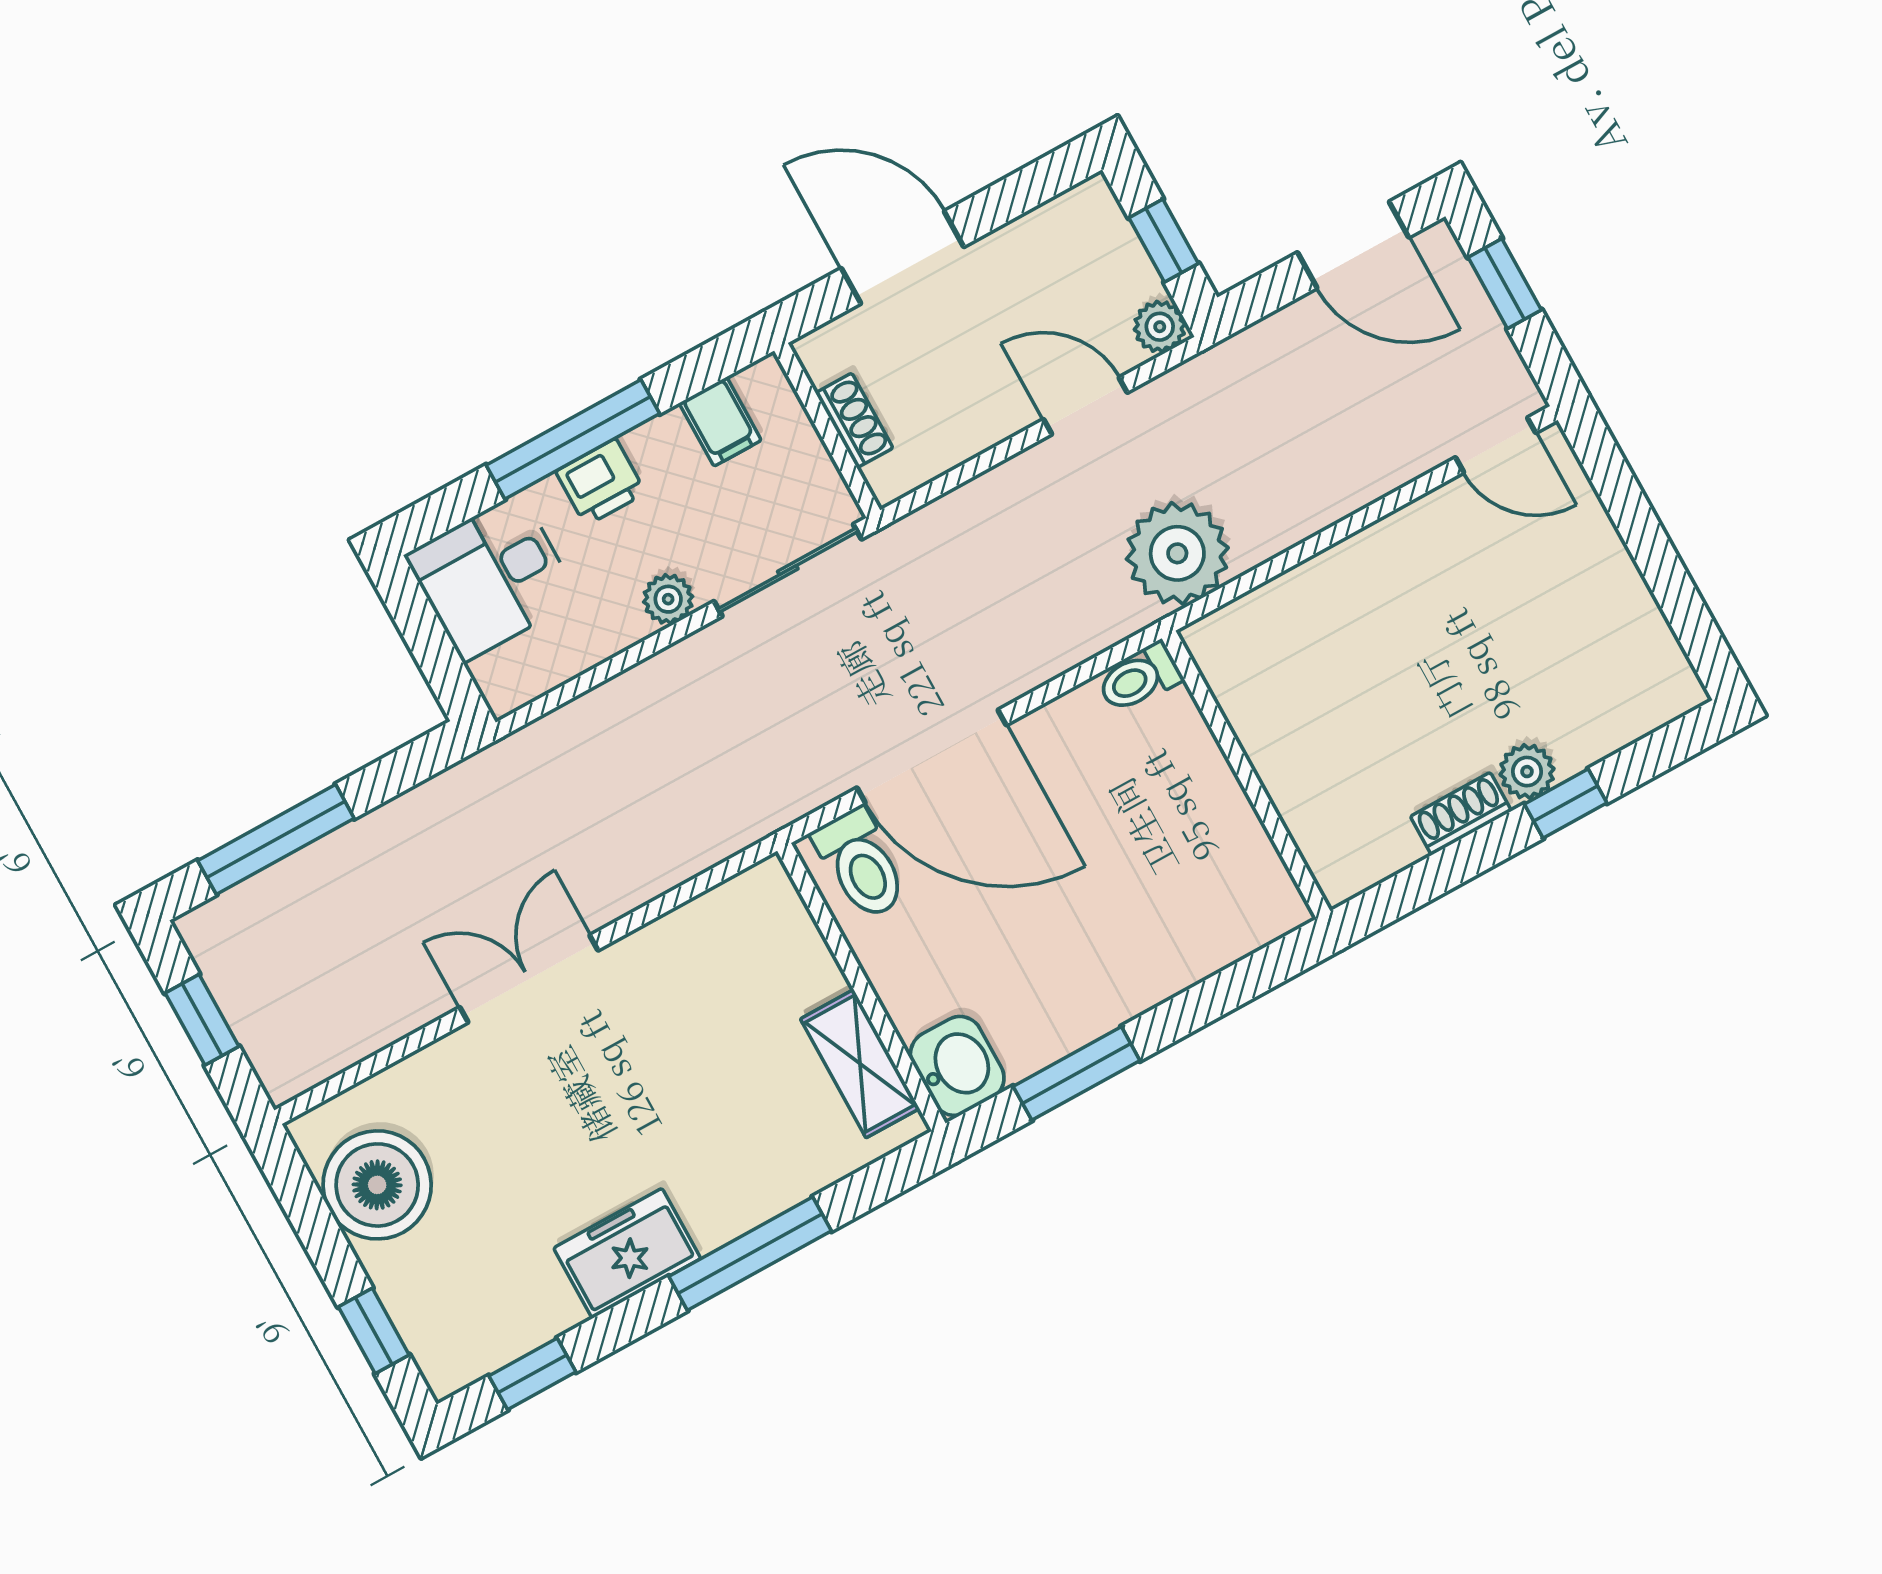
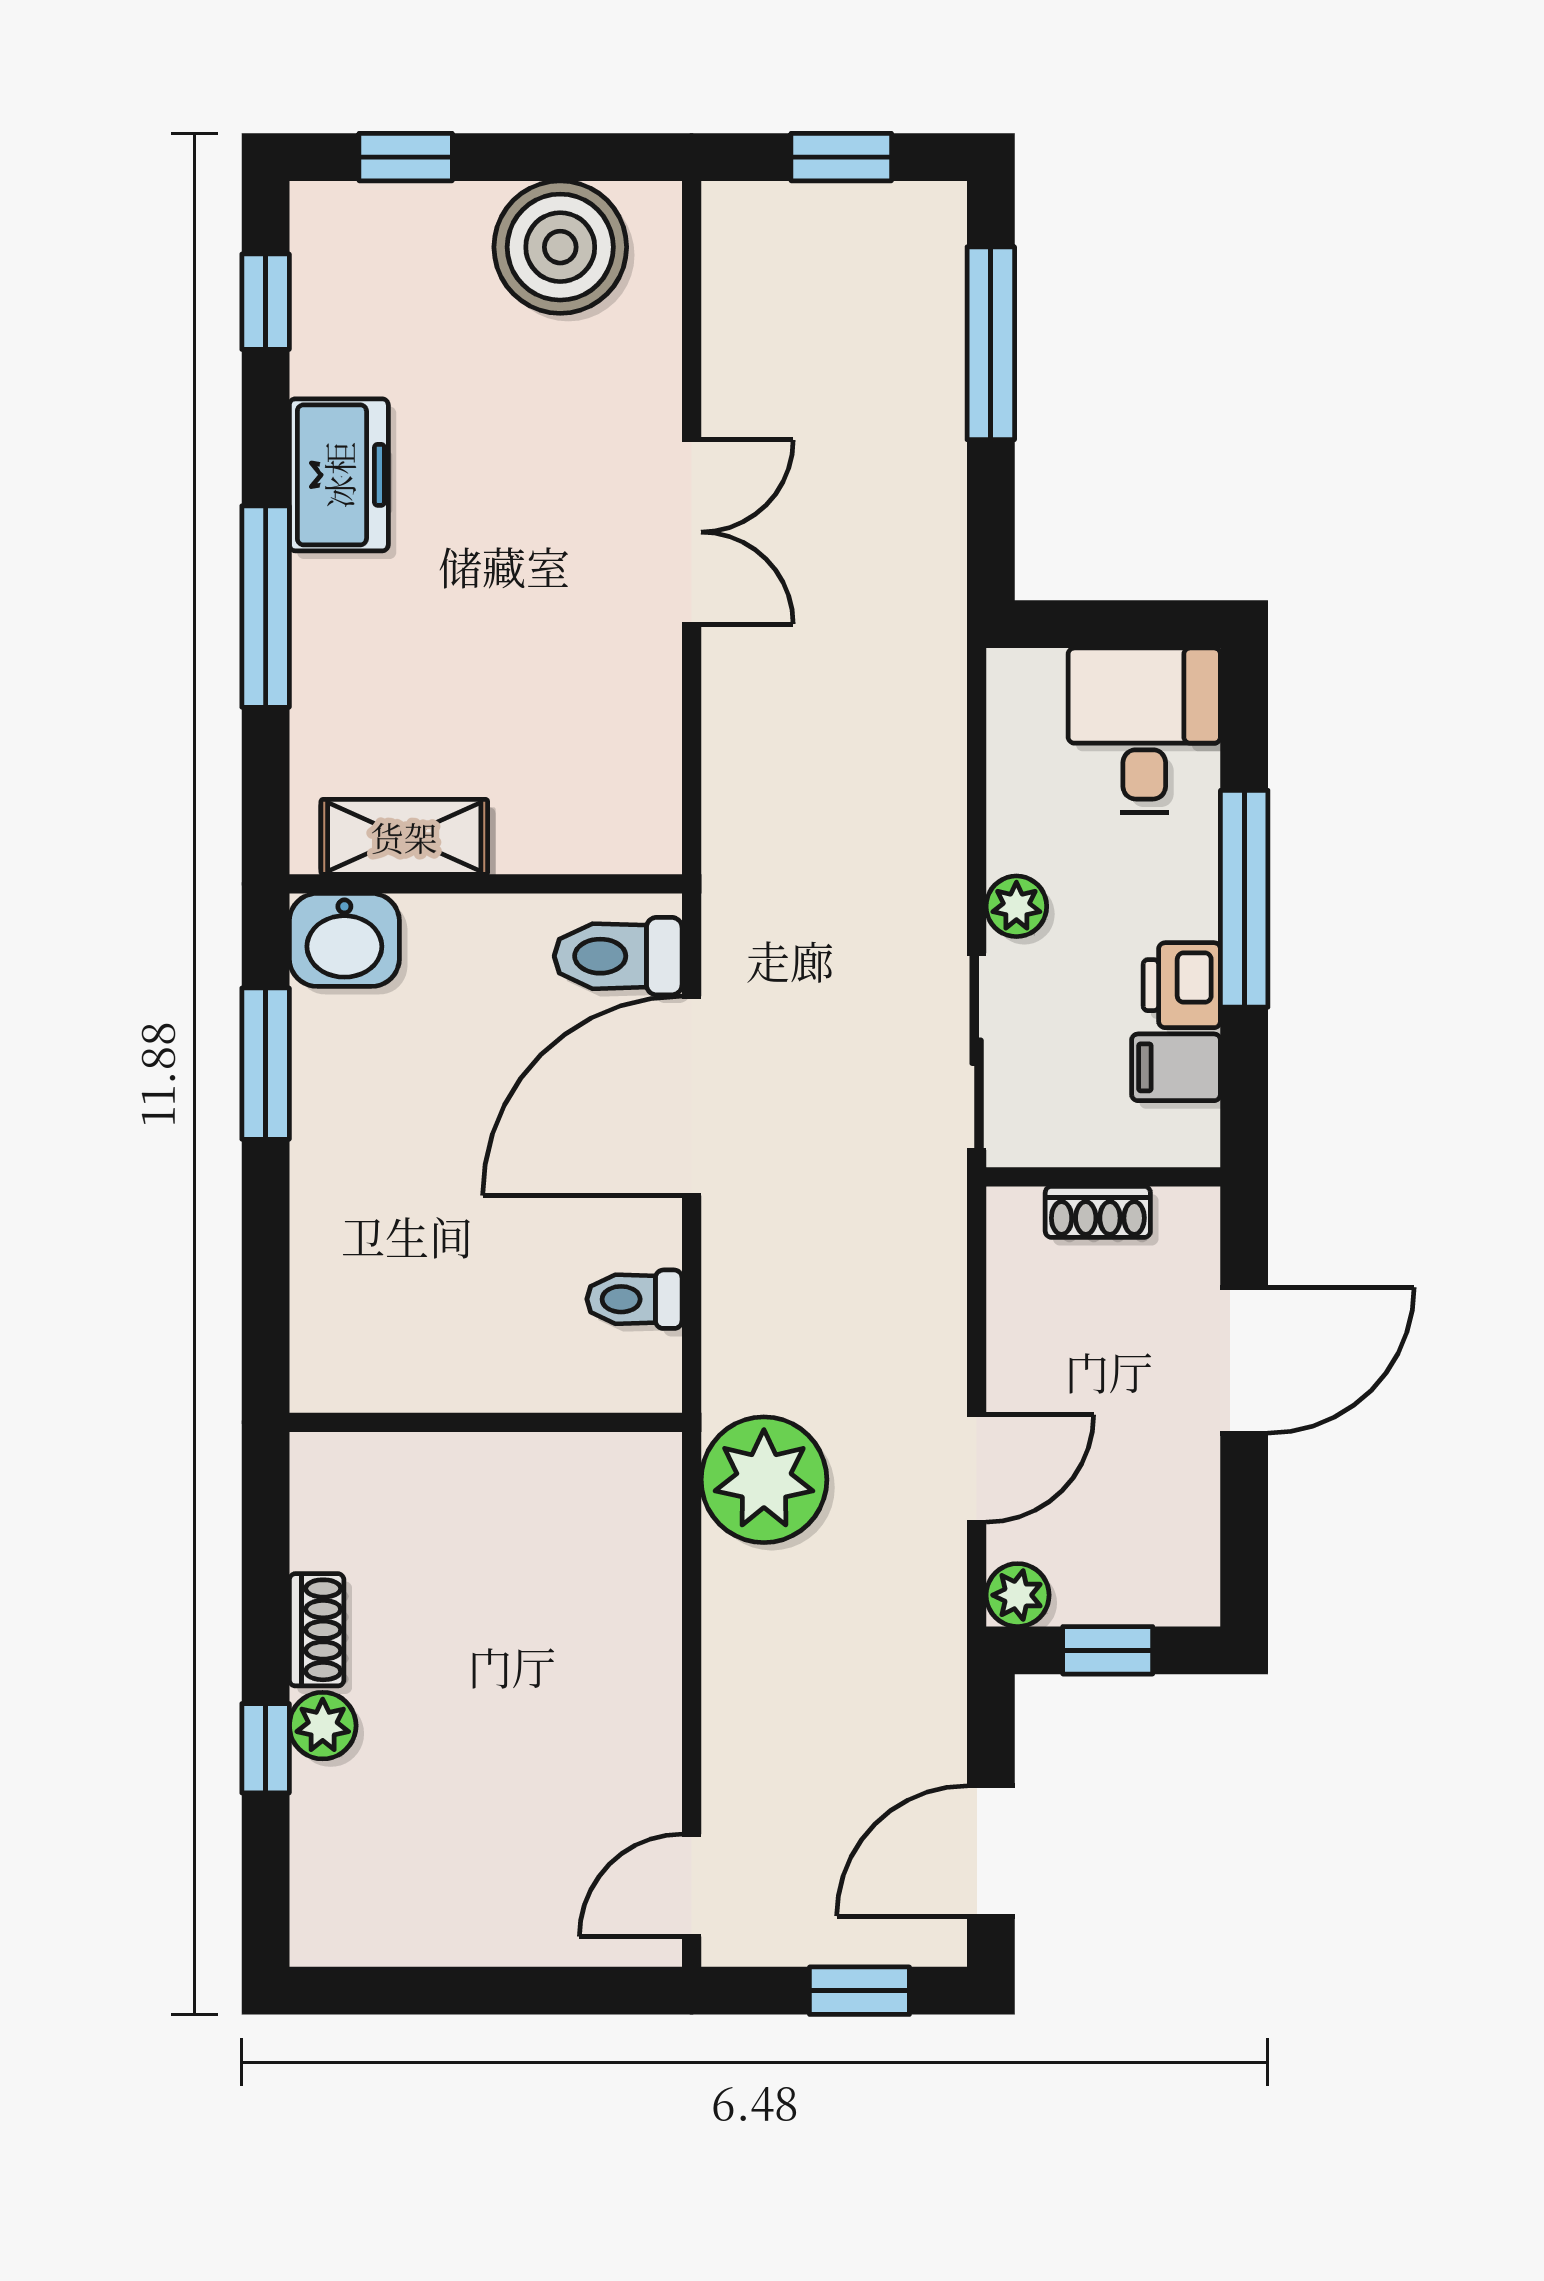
printer: (601, 482) -> (1182, 985), moved
toilet: (1139, 678) -> (634, 1299), moved, turned -90

